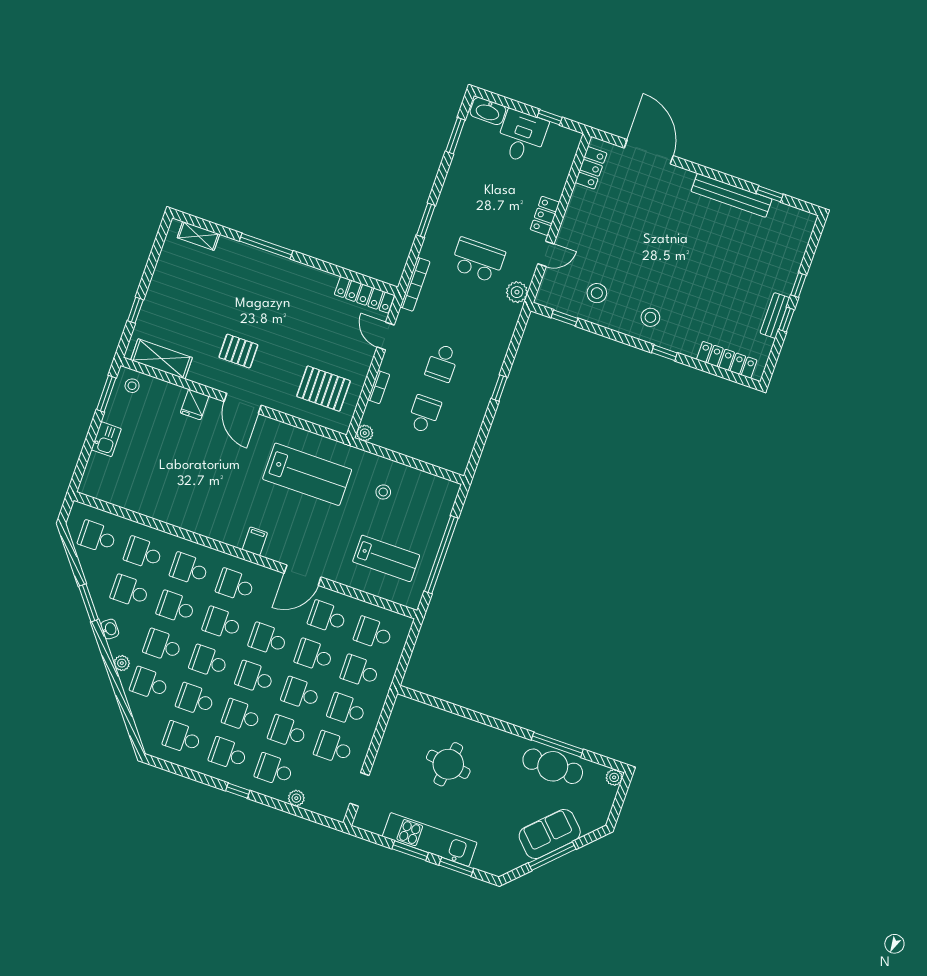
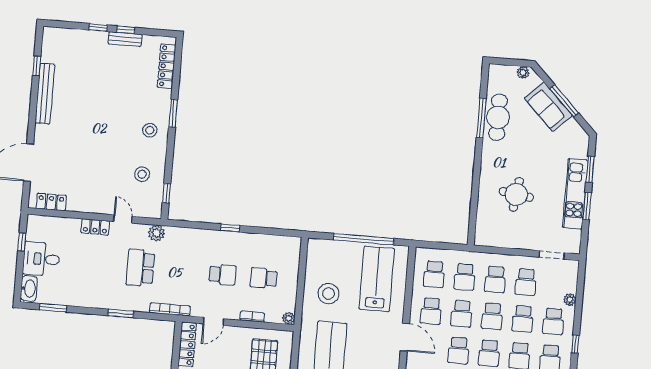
window: (664, 353) -> (173, 113), width x1.50
stool: (383, 492) -> (329, 294), width x1.89, depth x1.89
lab bench: (386, 558) -> (377, 279), width x1.36, depth x1.39
plant: (614, 777) -> (523, 72), moved

